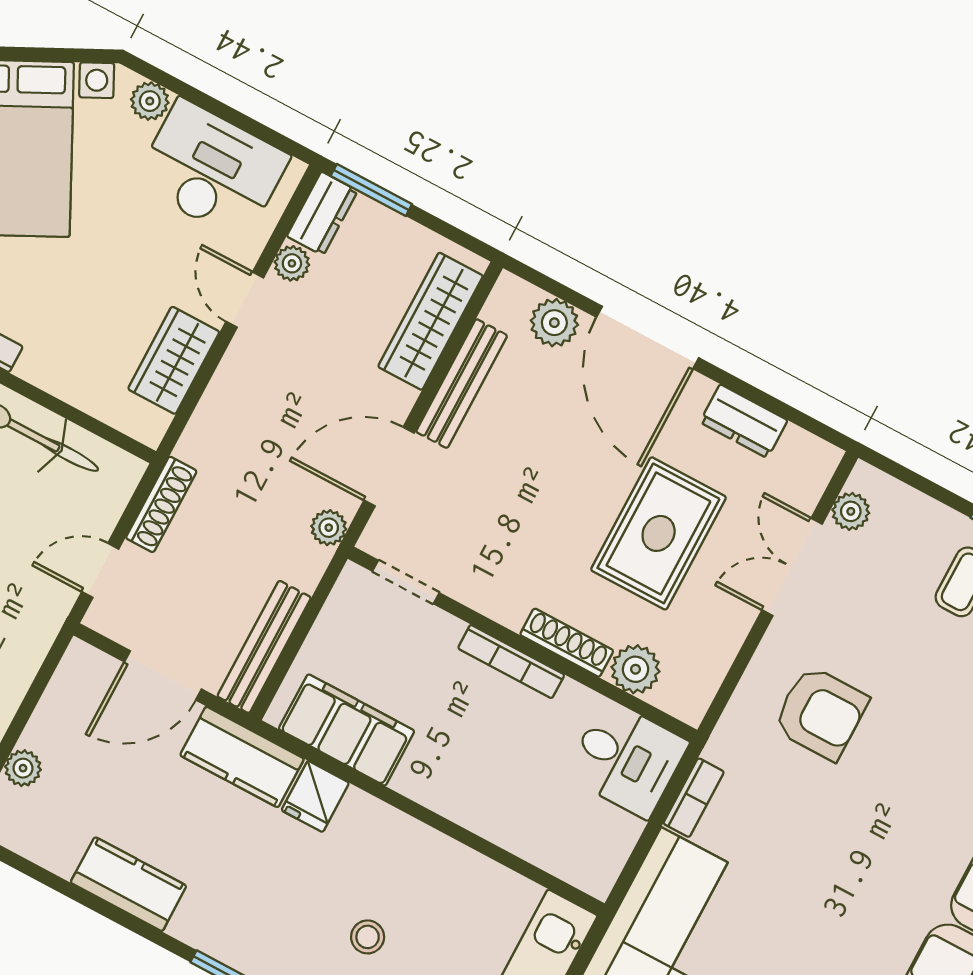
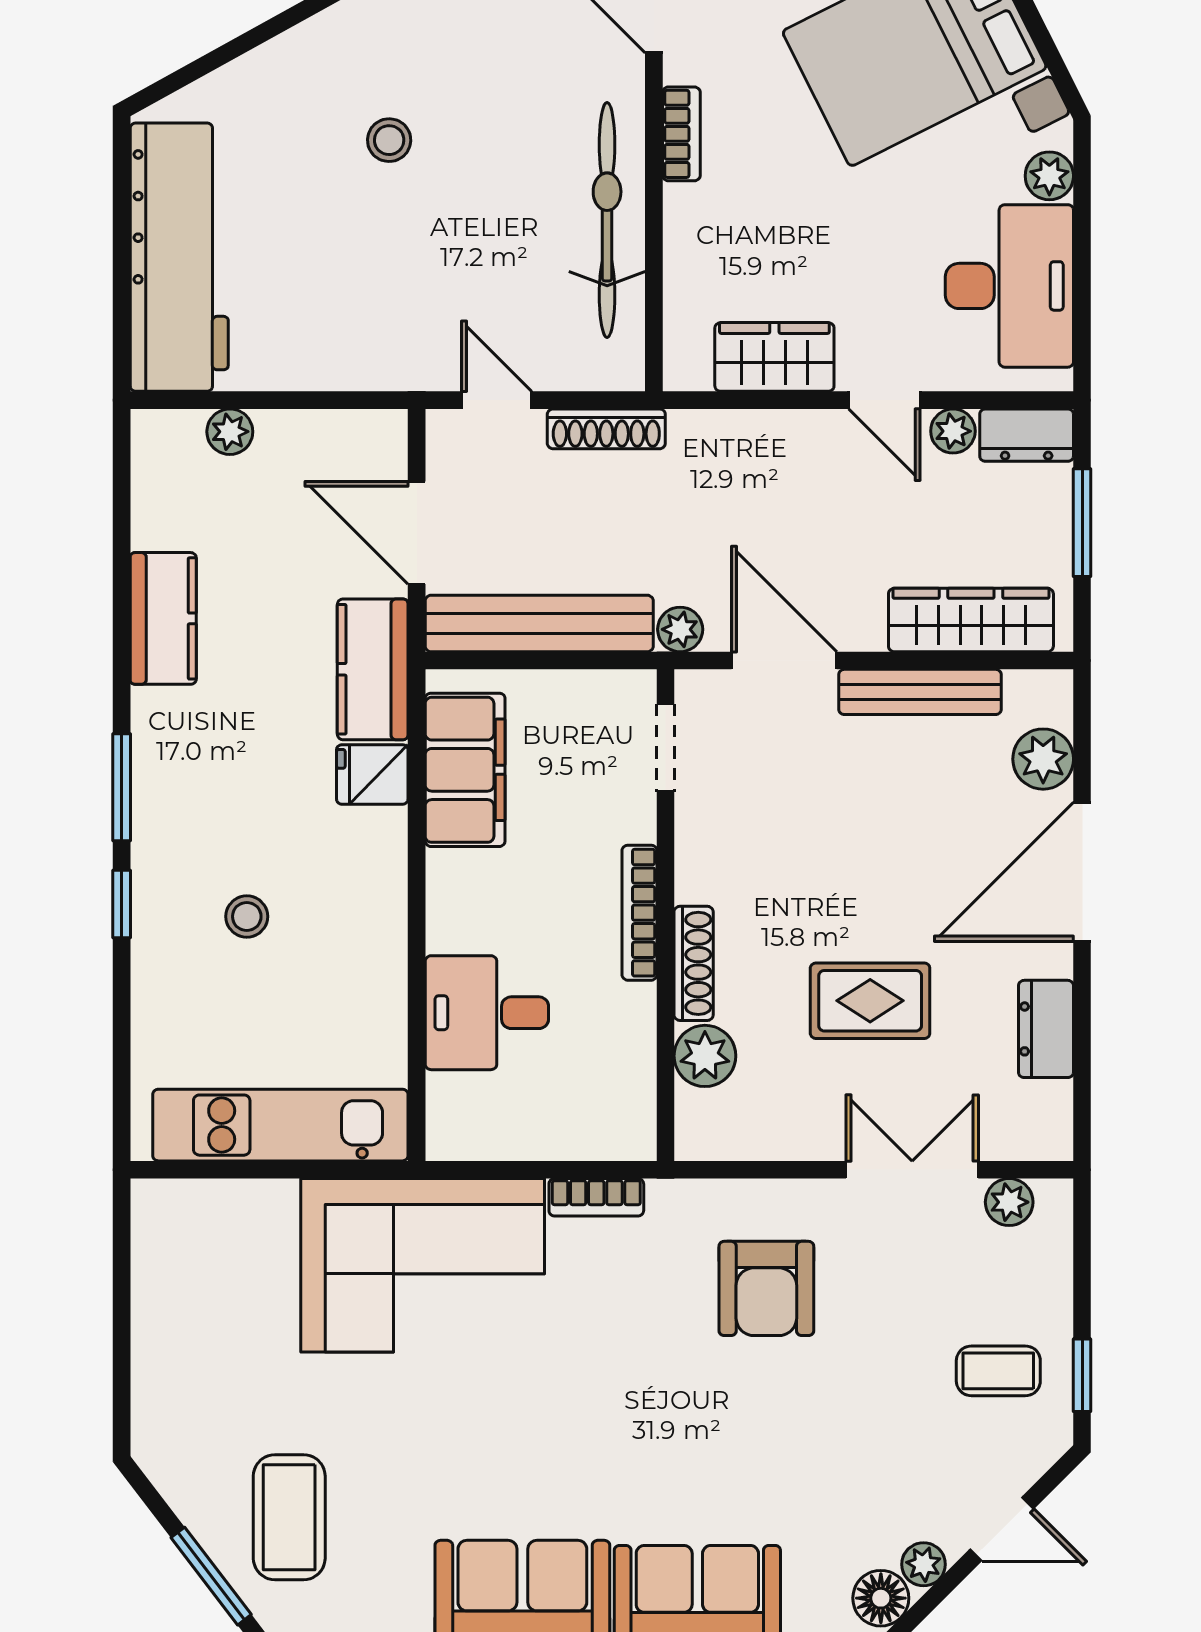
window: (371, 190) -> (1082, 523), moved
door: (245, 300) -> (884, 400), swing flipped
rug: (659, 533) -> (870, 1001), width x0.73, depth x0.70
bench: (264, 647) -> (539, 623), width x1.37, depth x1.21
desk: (627, 759) -> (487, 1013), moved, turned 90

